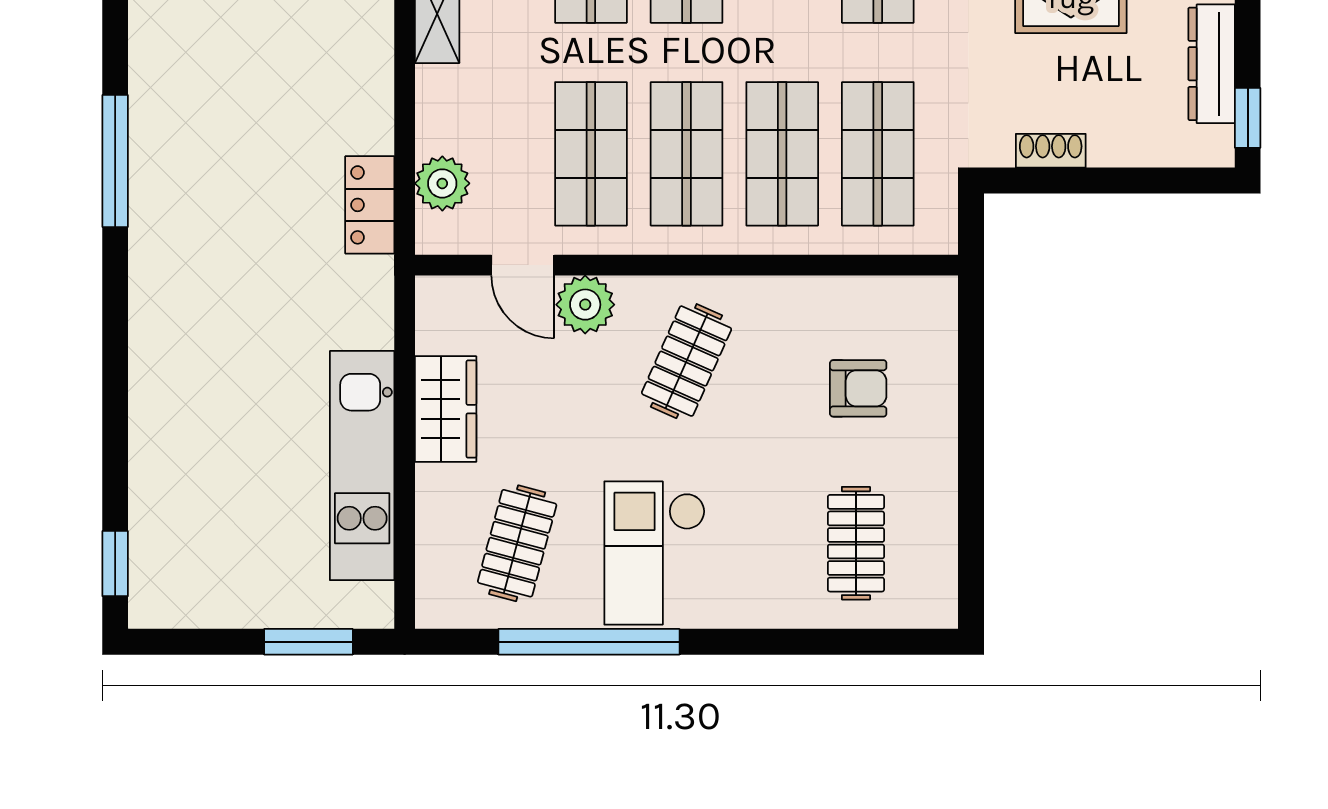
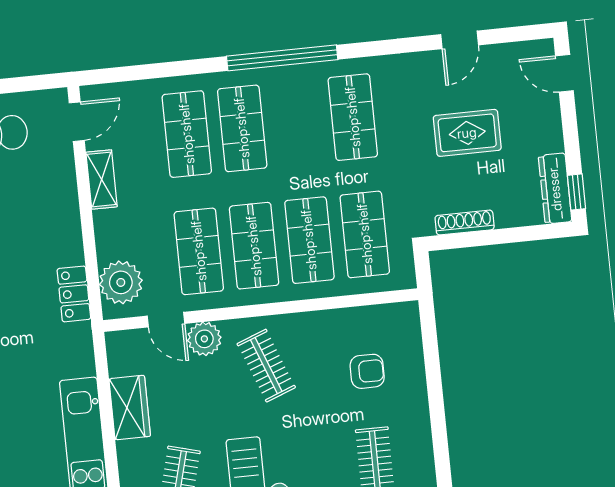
dresser: (1212, 64) -> (555, 189), moved
shoe rack: (1051, 151) -> (465, 223), width x1.43
plant: (442, 183) -> (121, 282), width x1.36, depth x1.36
clothes rail: (687, 361) -> (266, 366), turned -45

